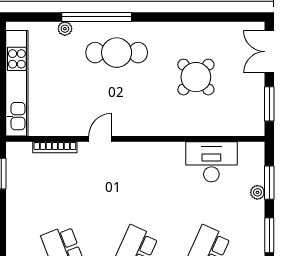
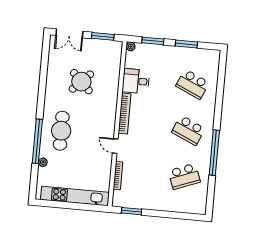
bookcase: (152, 149) -> (125, 113), added
desk: (211, 162) -> (136, 81), width x0.73
plant: (257, 192) -> (131, 47), moved

